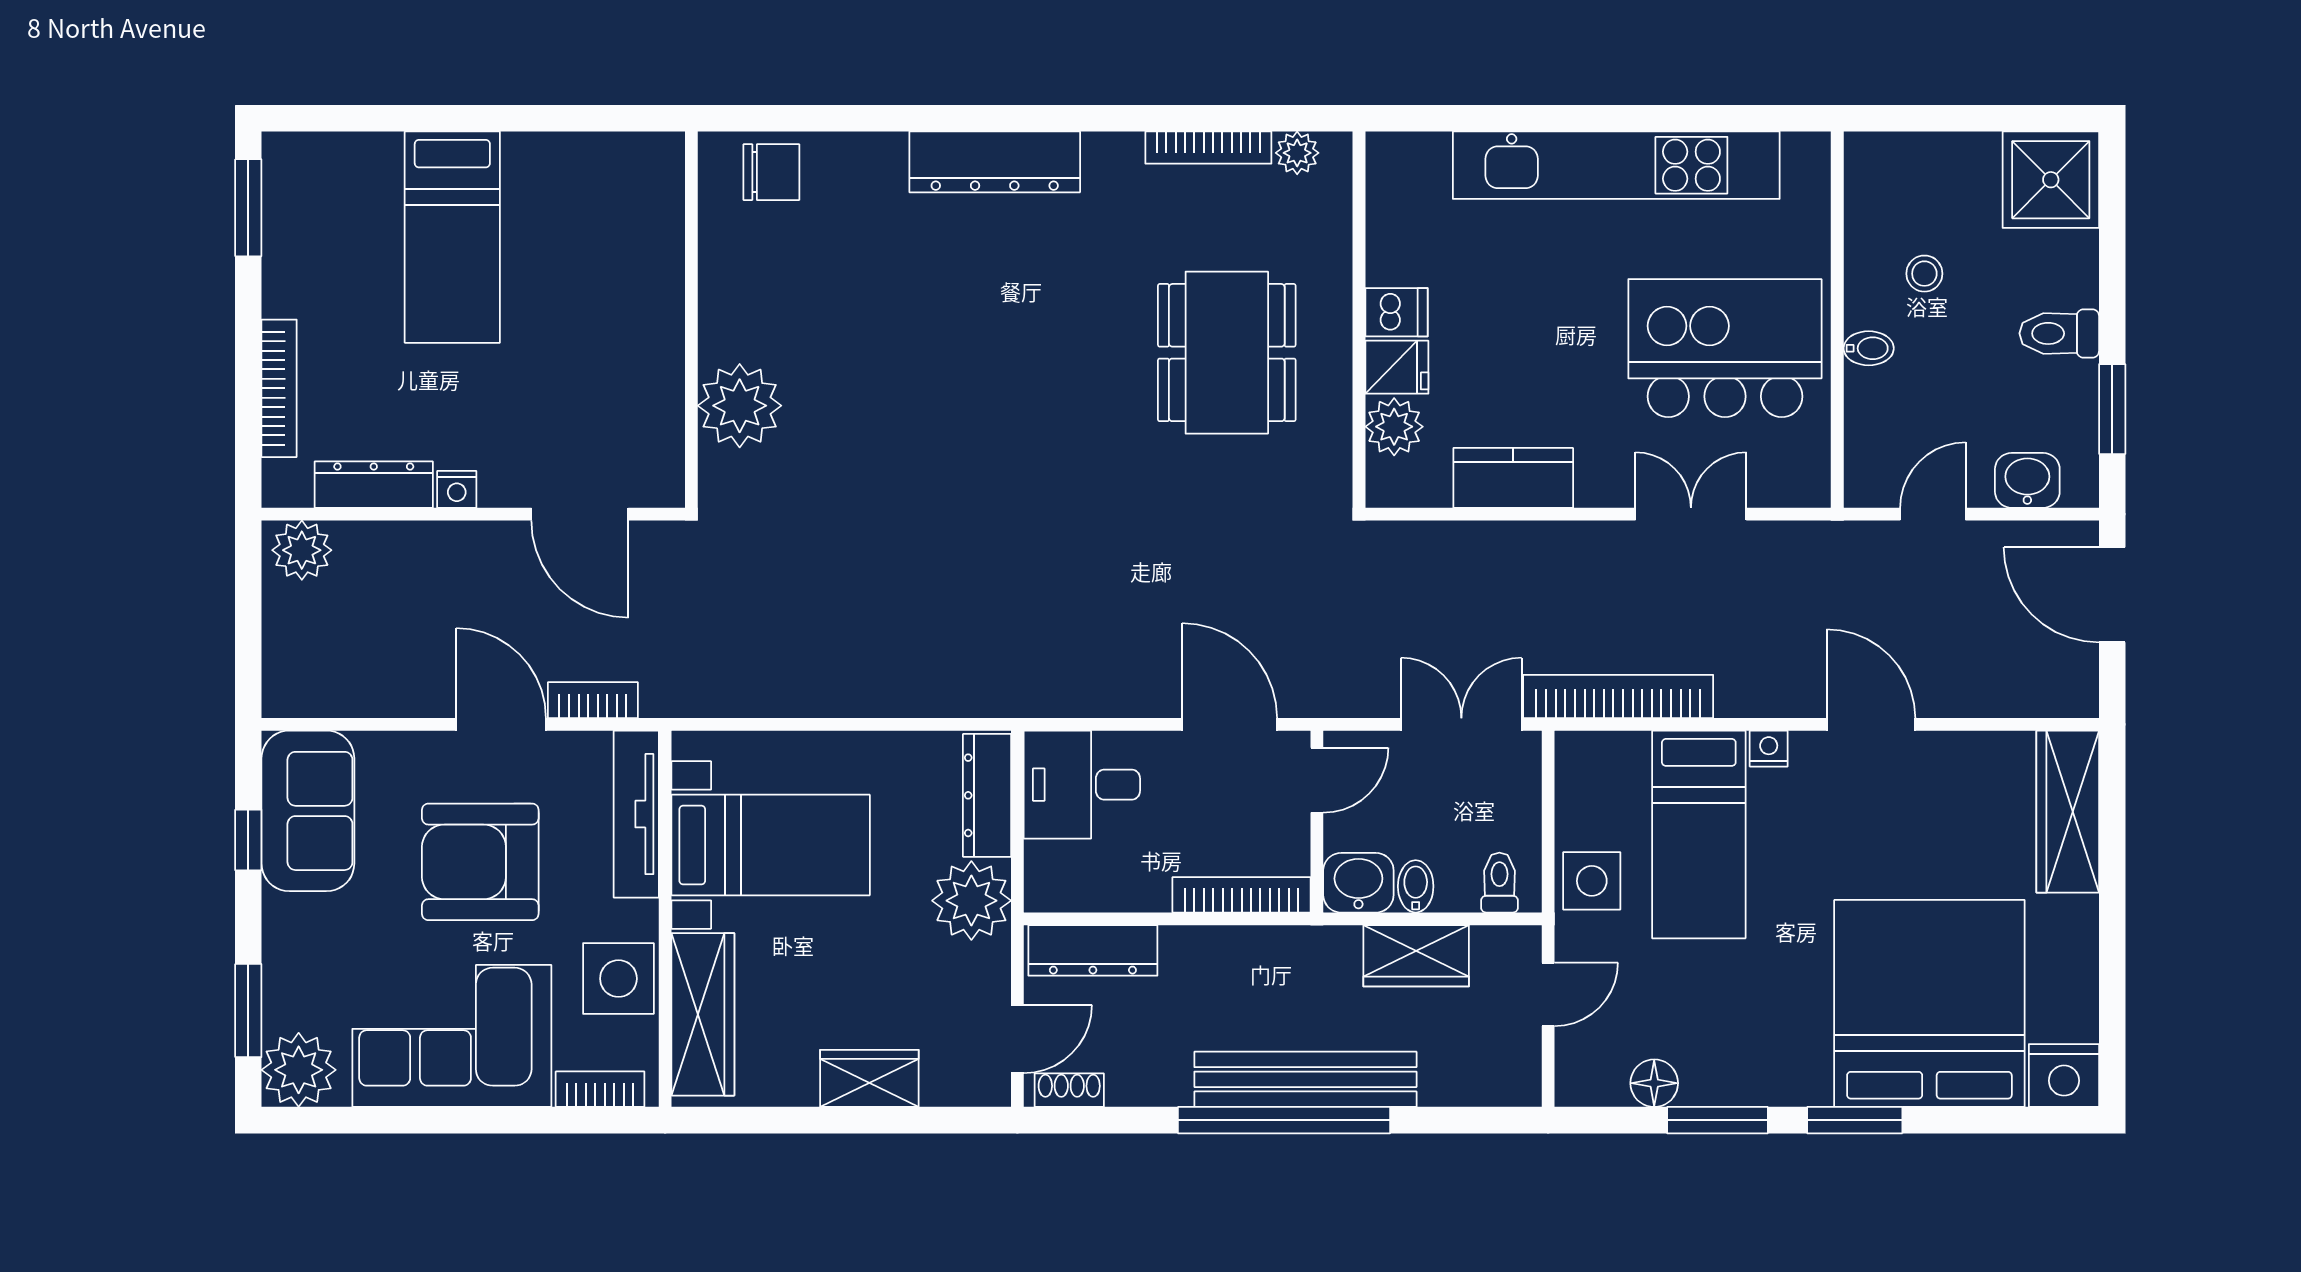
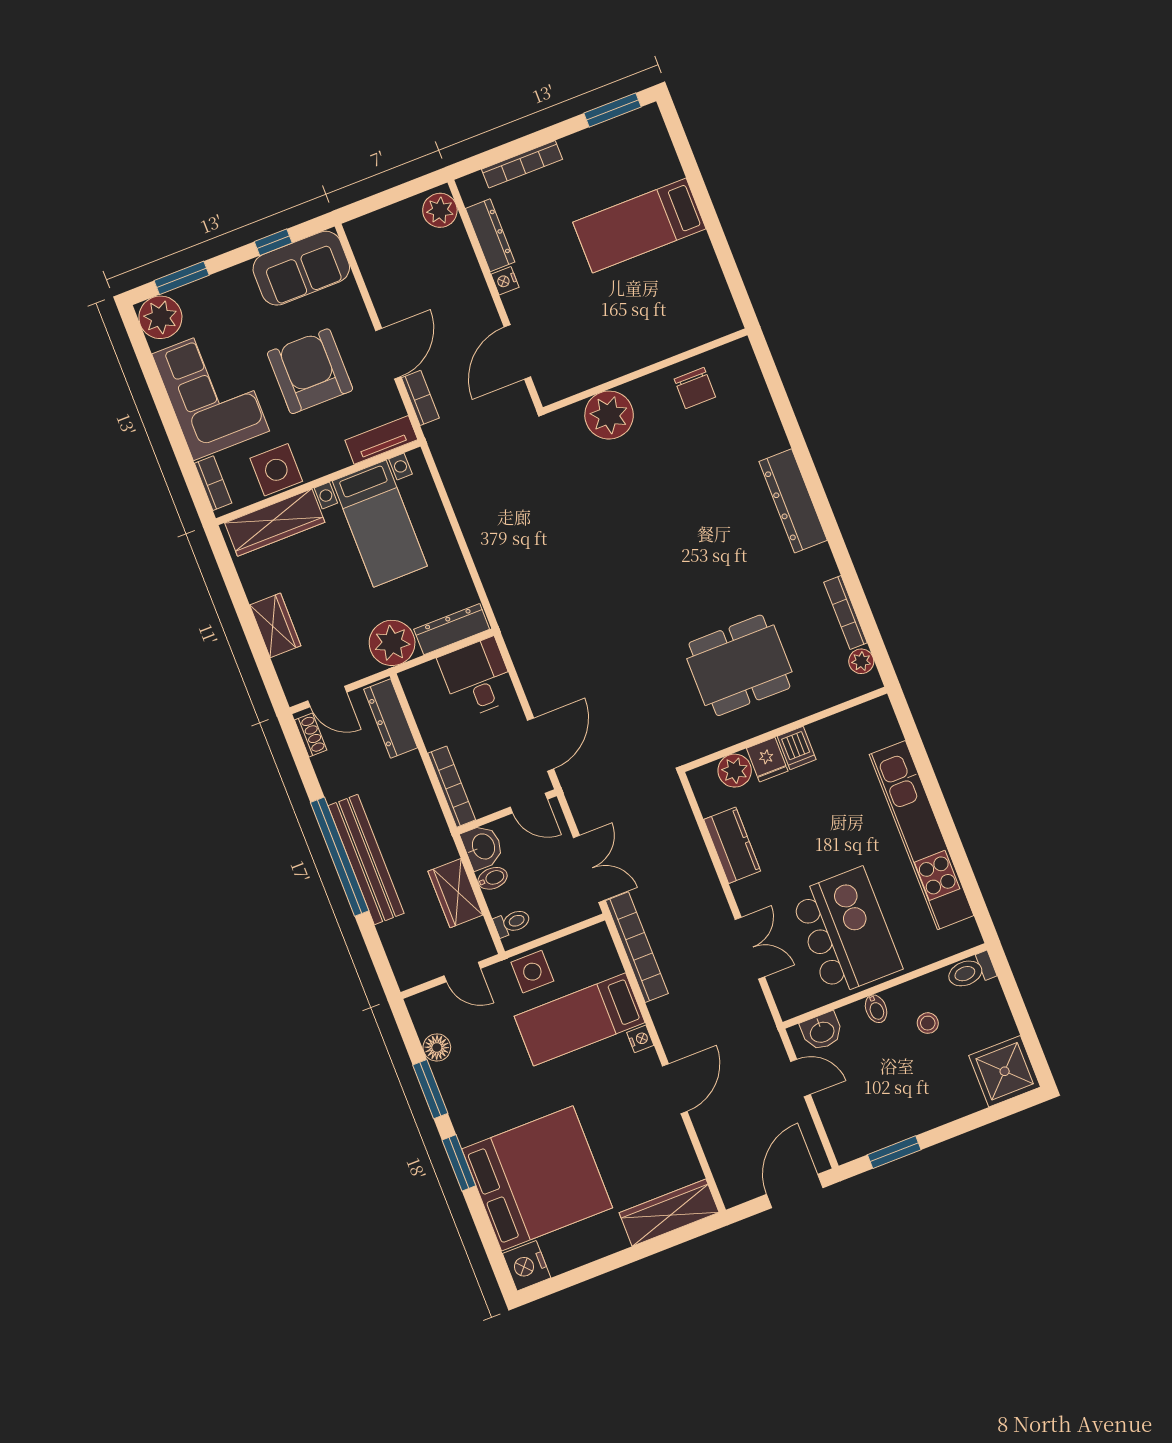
chair: (771, 172) -> (695, 388), moved
toilet: (2059, 333) -> (971, 971), moved, turned -90
washbasin: (2027, 480) -> (822, 1031), moved, turned 90
tv unit: (636, 814) -> (381, 440), width x0.71

